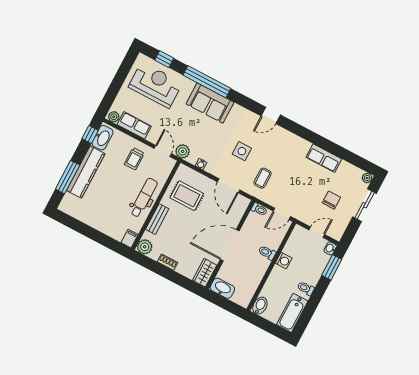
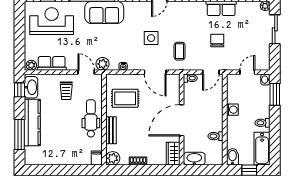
chair: (331, 200) -> (217, 41), moved
toilet: (267, 253) -> (215, 136), moved
window: (269, 327) -> (249, 170), added

